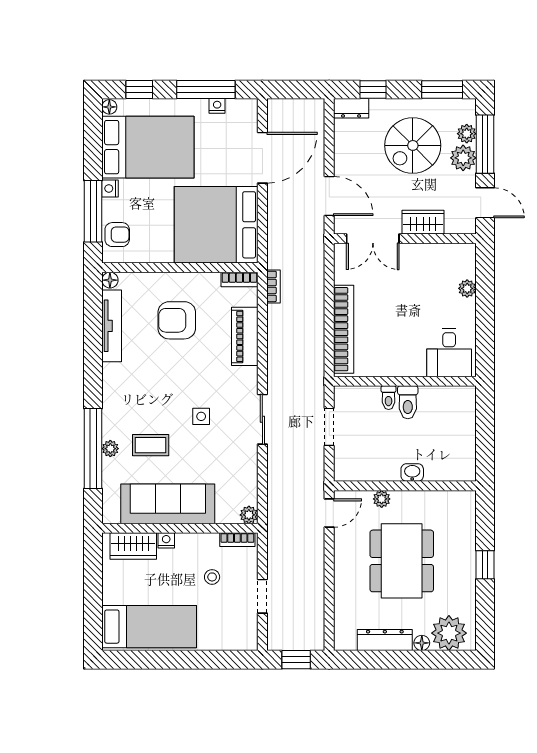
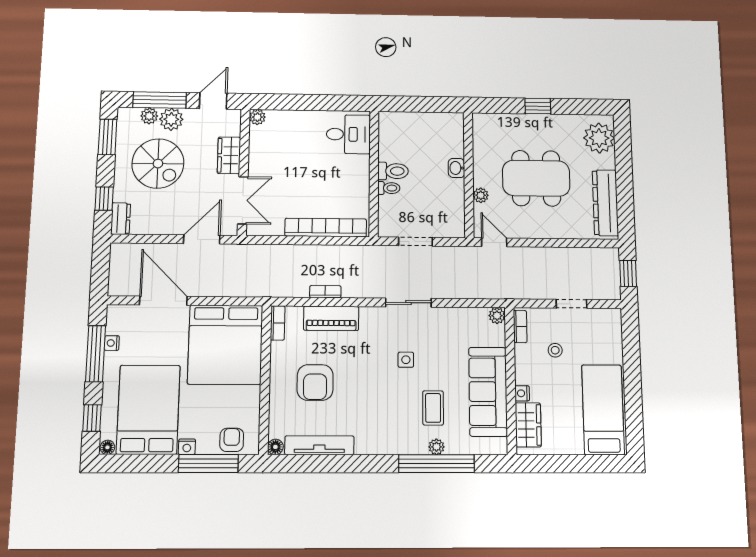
bookcase: (273, 286) -> (325, 292), moved
plant: (467, 288) -> (257, 117), moved
dresser: (385, 640) -> (605, 203), width x1.37, depth x1.24
floor lamp: (422, 643) -> (609, 162), removed

